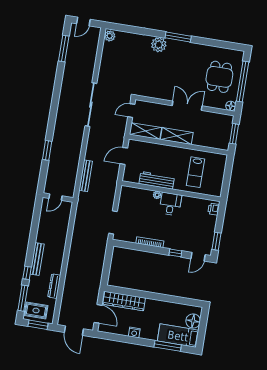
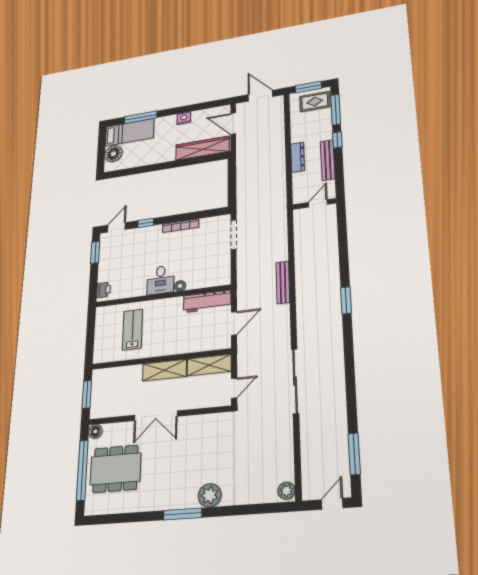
dining table: (219, 77) -> (115, 469), width x1.37
workbench: (157, 180) -> (207, 301), moved
door: (55, 197) -> (318, 203), moved
wall: (58, 198) -> (314, 204), moved
dresser: (54, 286) -> (298, 157), moved

